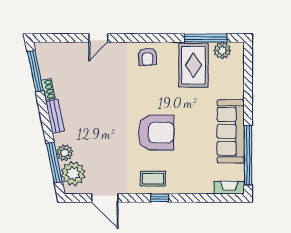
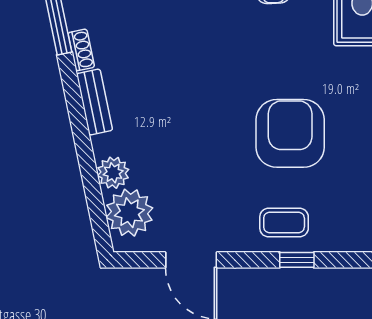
armchair: (156, 133) -> (290, 133), turned -90
window: (54, 163) -> (93, 192), removed

